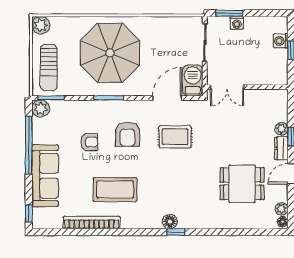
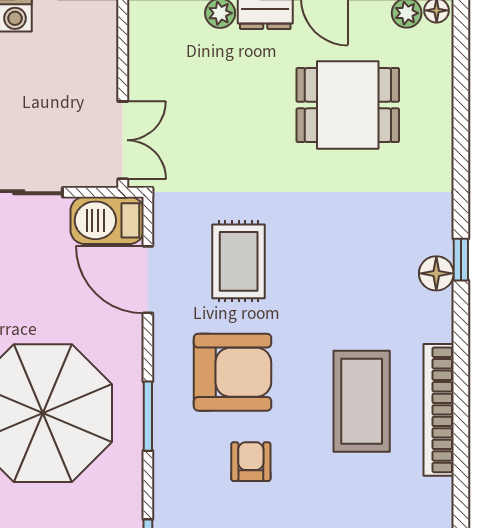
armchair: (127, 134) -> (233, 372), width x1.36, depth x1.36
dining table: (242, 184) -> (348, 105), turned 90
bookcase: (92, 223) -> (439, 410), moved

